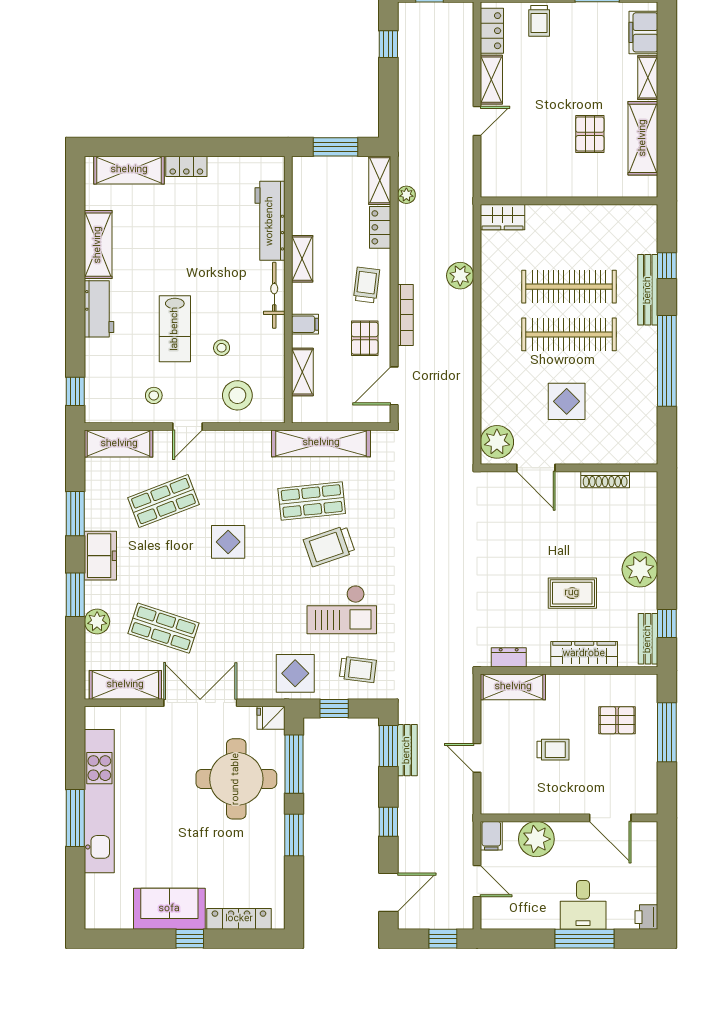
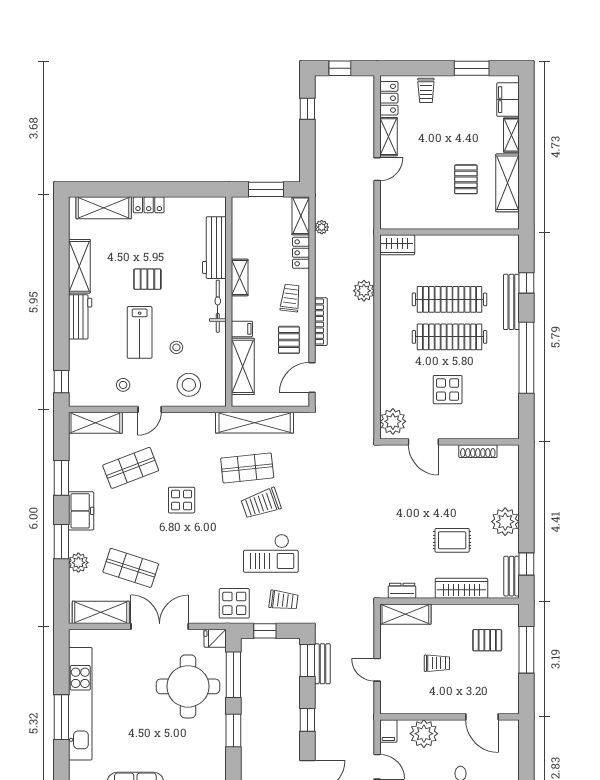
pallet: (185, 261) -> (147, 279), added
shelving: (302, 372) -> (243, 366), width x1.50, depth x1.33

